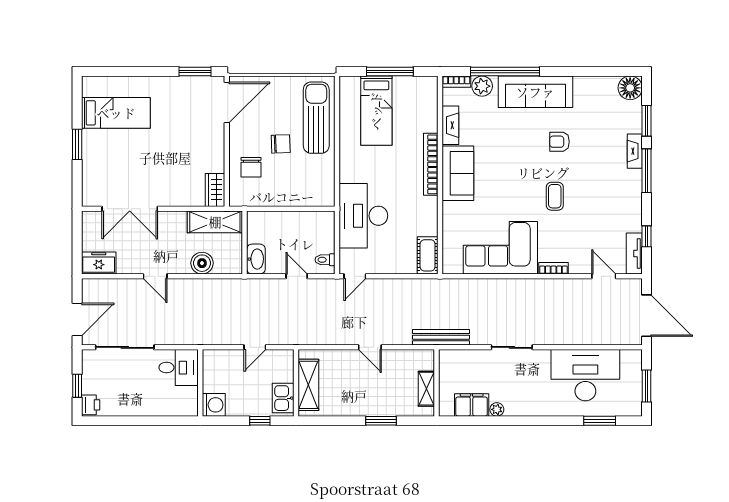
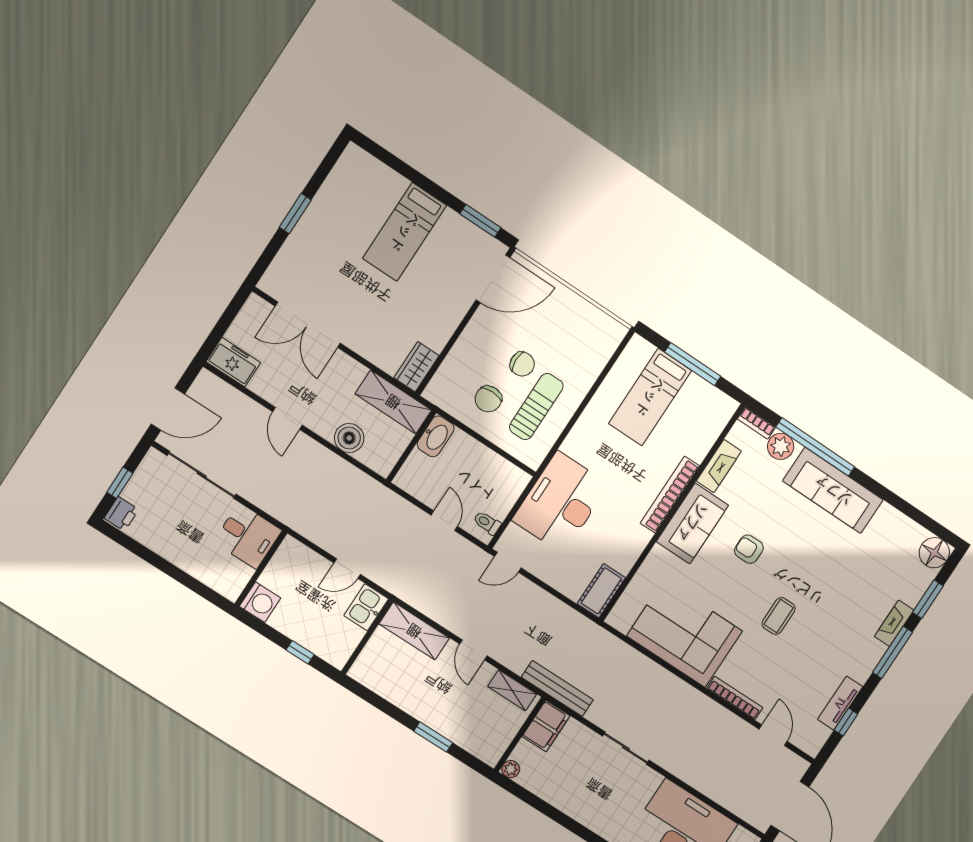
bed: (116, 113) -> (405, 232), moved, turned 90
sun lounger: (316, 118) -> (536, 407), moved, width x0.73, depth x0.75
armchair: (559, 142) -> (749, 549), moved
chair: (251, 167) -> (488, 399), moved
tv unit: (634, 254) -> (840, 703), moved
washbasin: (256, 259) -> (436, 436), moved
bookcase: (554, 268) -> (735, 698), width x1.56
shelving: (308, 385) -> (414, 631), moved, turned 90
shelving: (426, 389) -> (512, 690), moved, turned 90
kitchen sink: (283, 398) -> (366, 607), moved
filing cabinet: (472, 405) -> (546, 726), moved, turned 90
plant: (497, 409) -> (511, 769), moved

